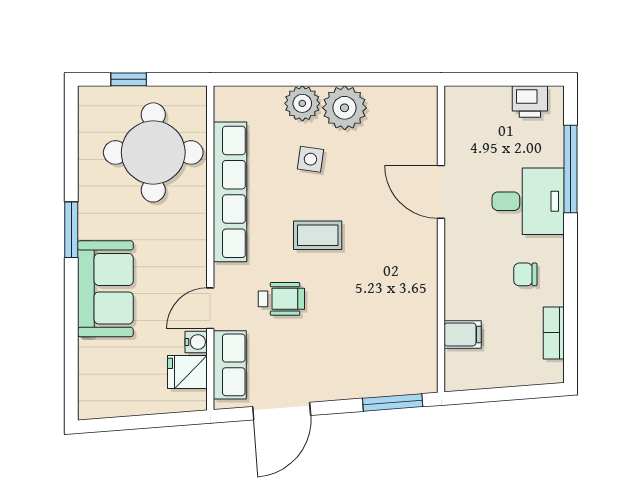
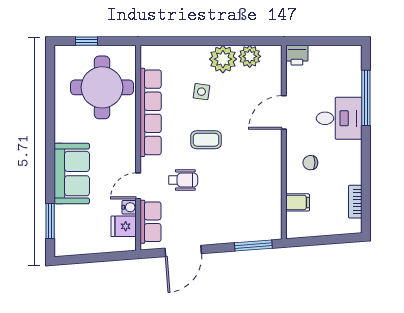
printer: (530, 102) -> (297, 55), moved
plant: (302, 103) -> (250, 56), moved
door: (441, 192) -> (284, 112), hinge flipped
window: (71, 230) -> (50, 221), moved
chair: (525, 274) -> (310, 163), moved

